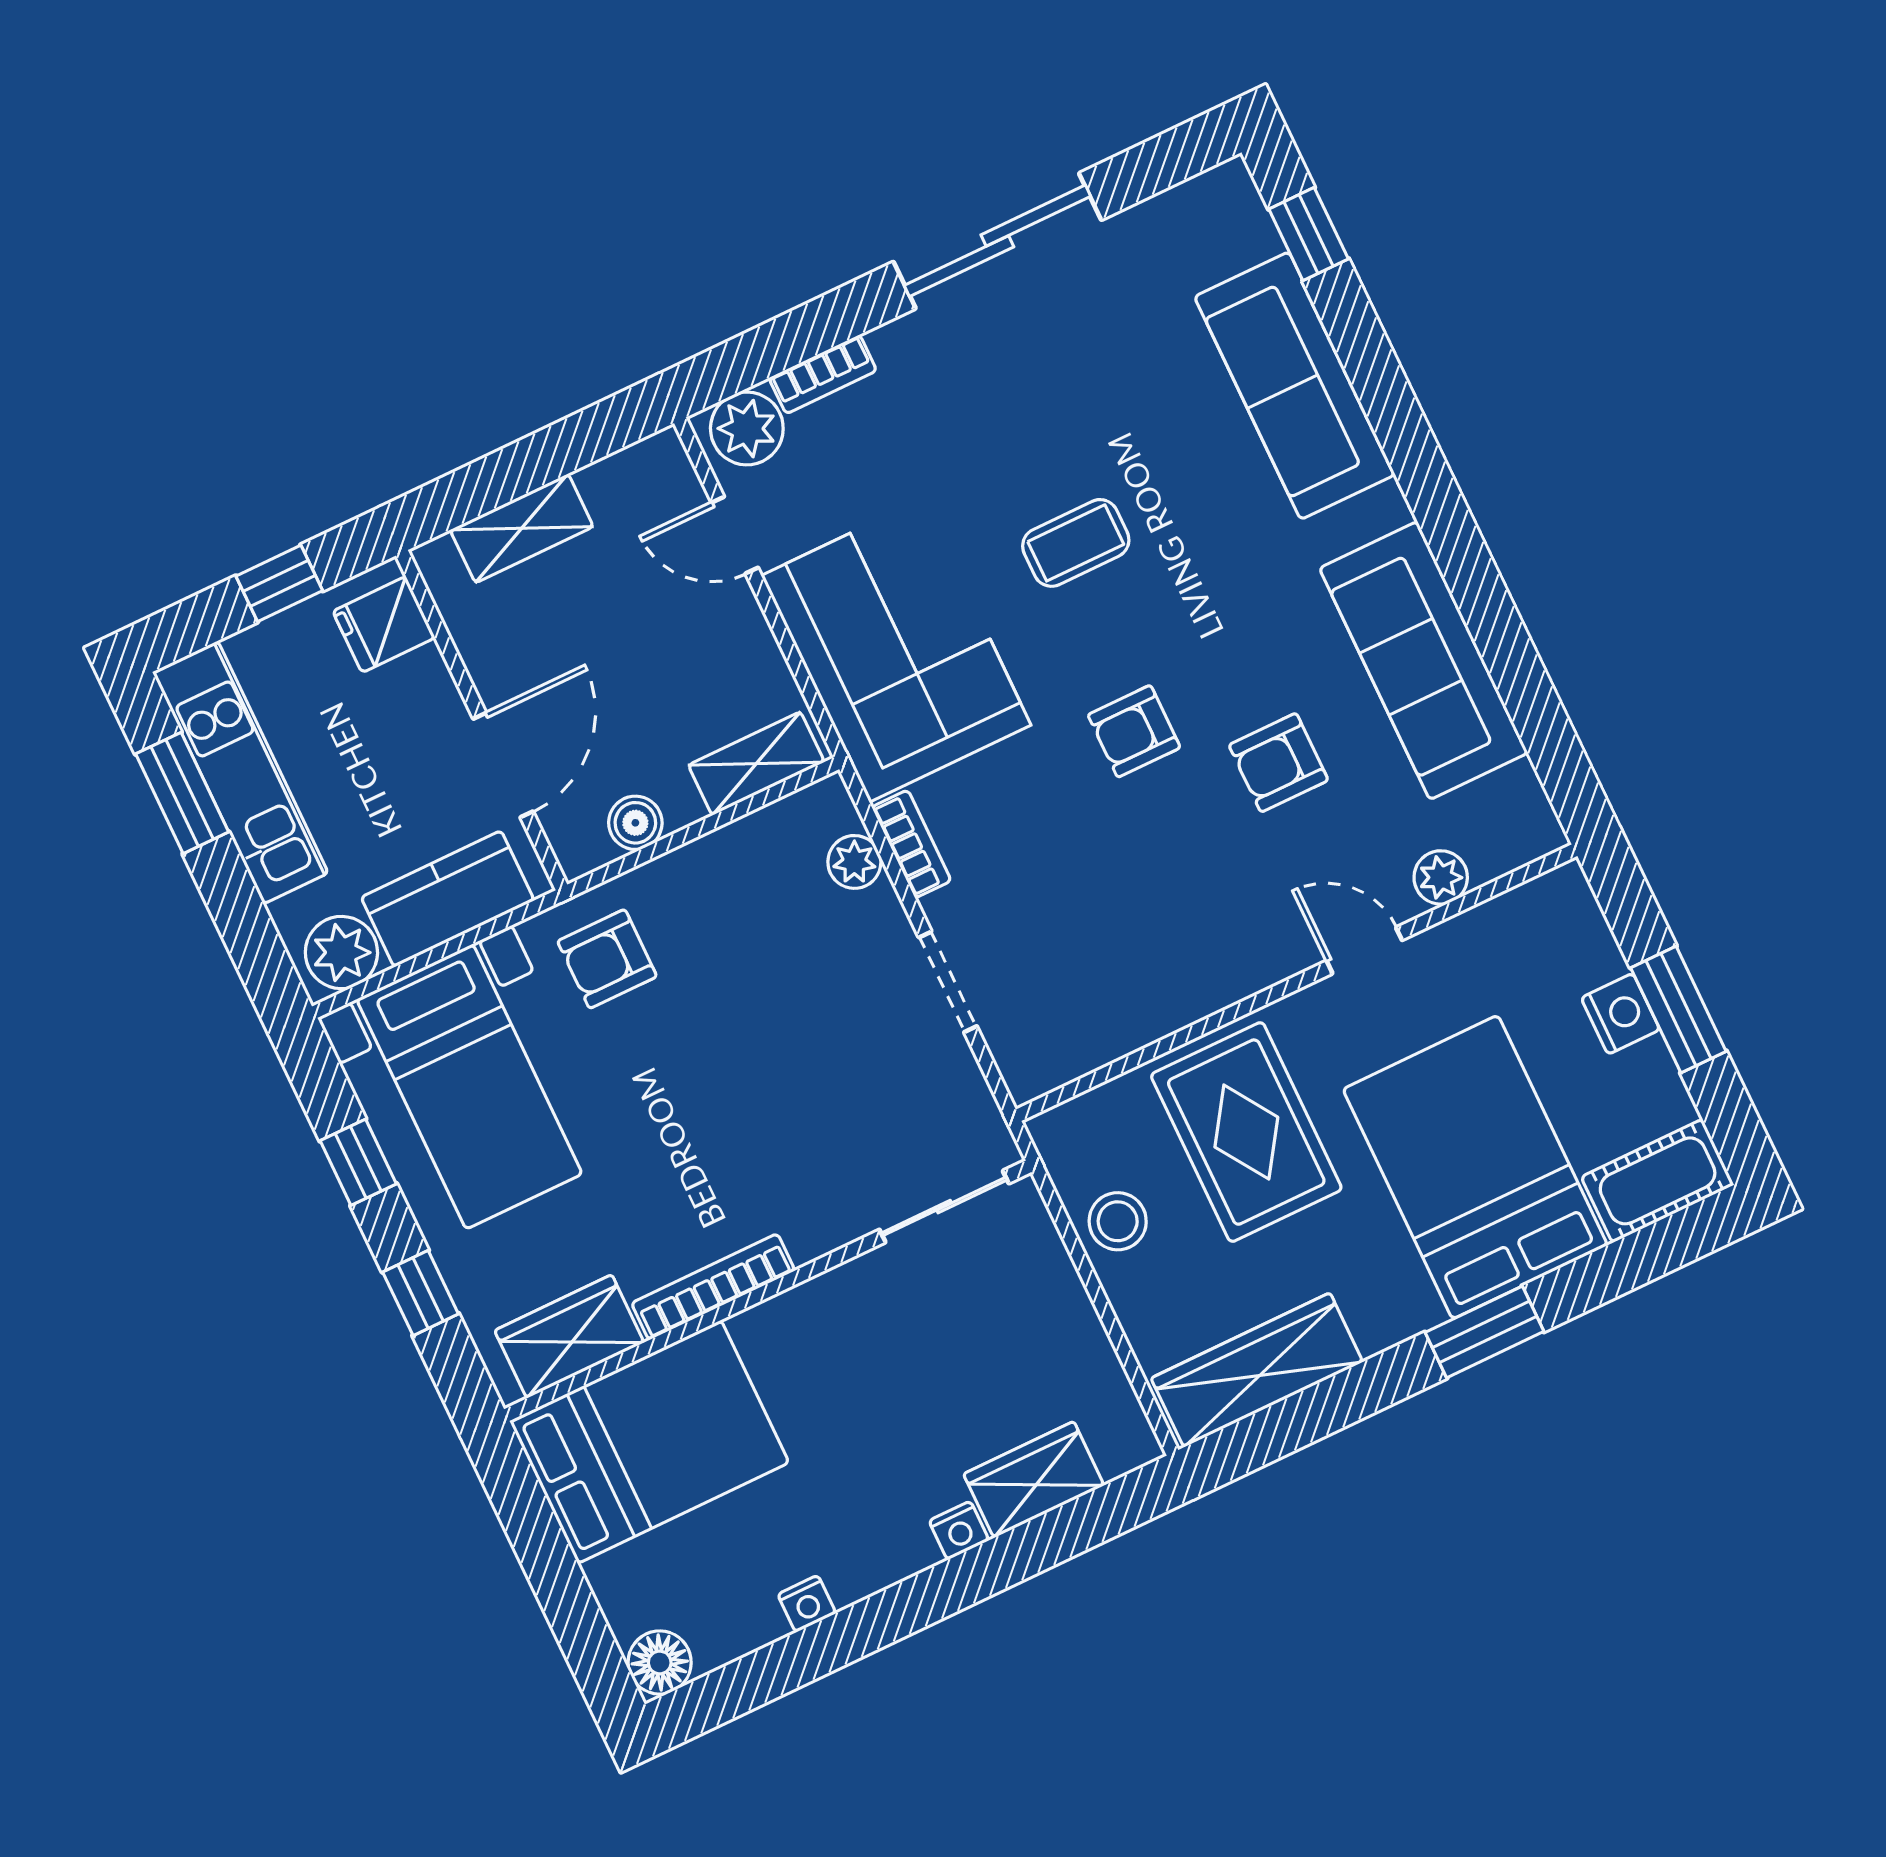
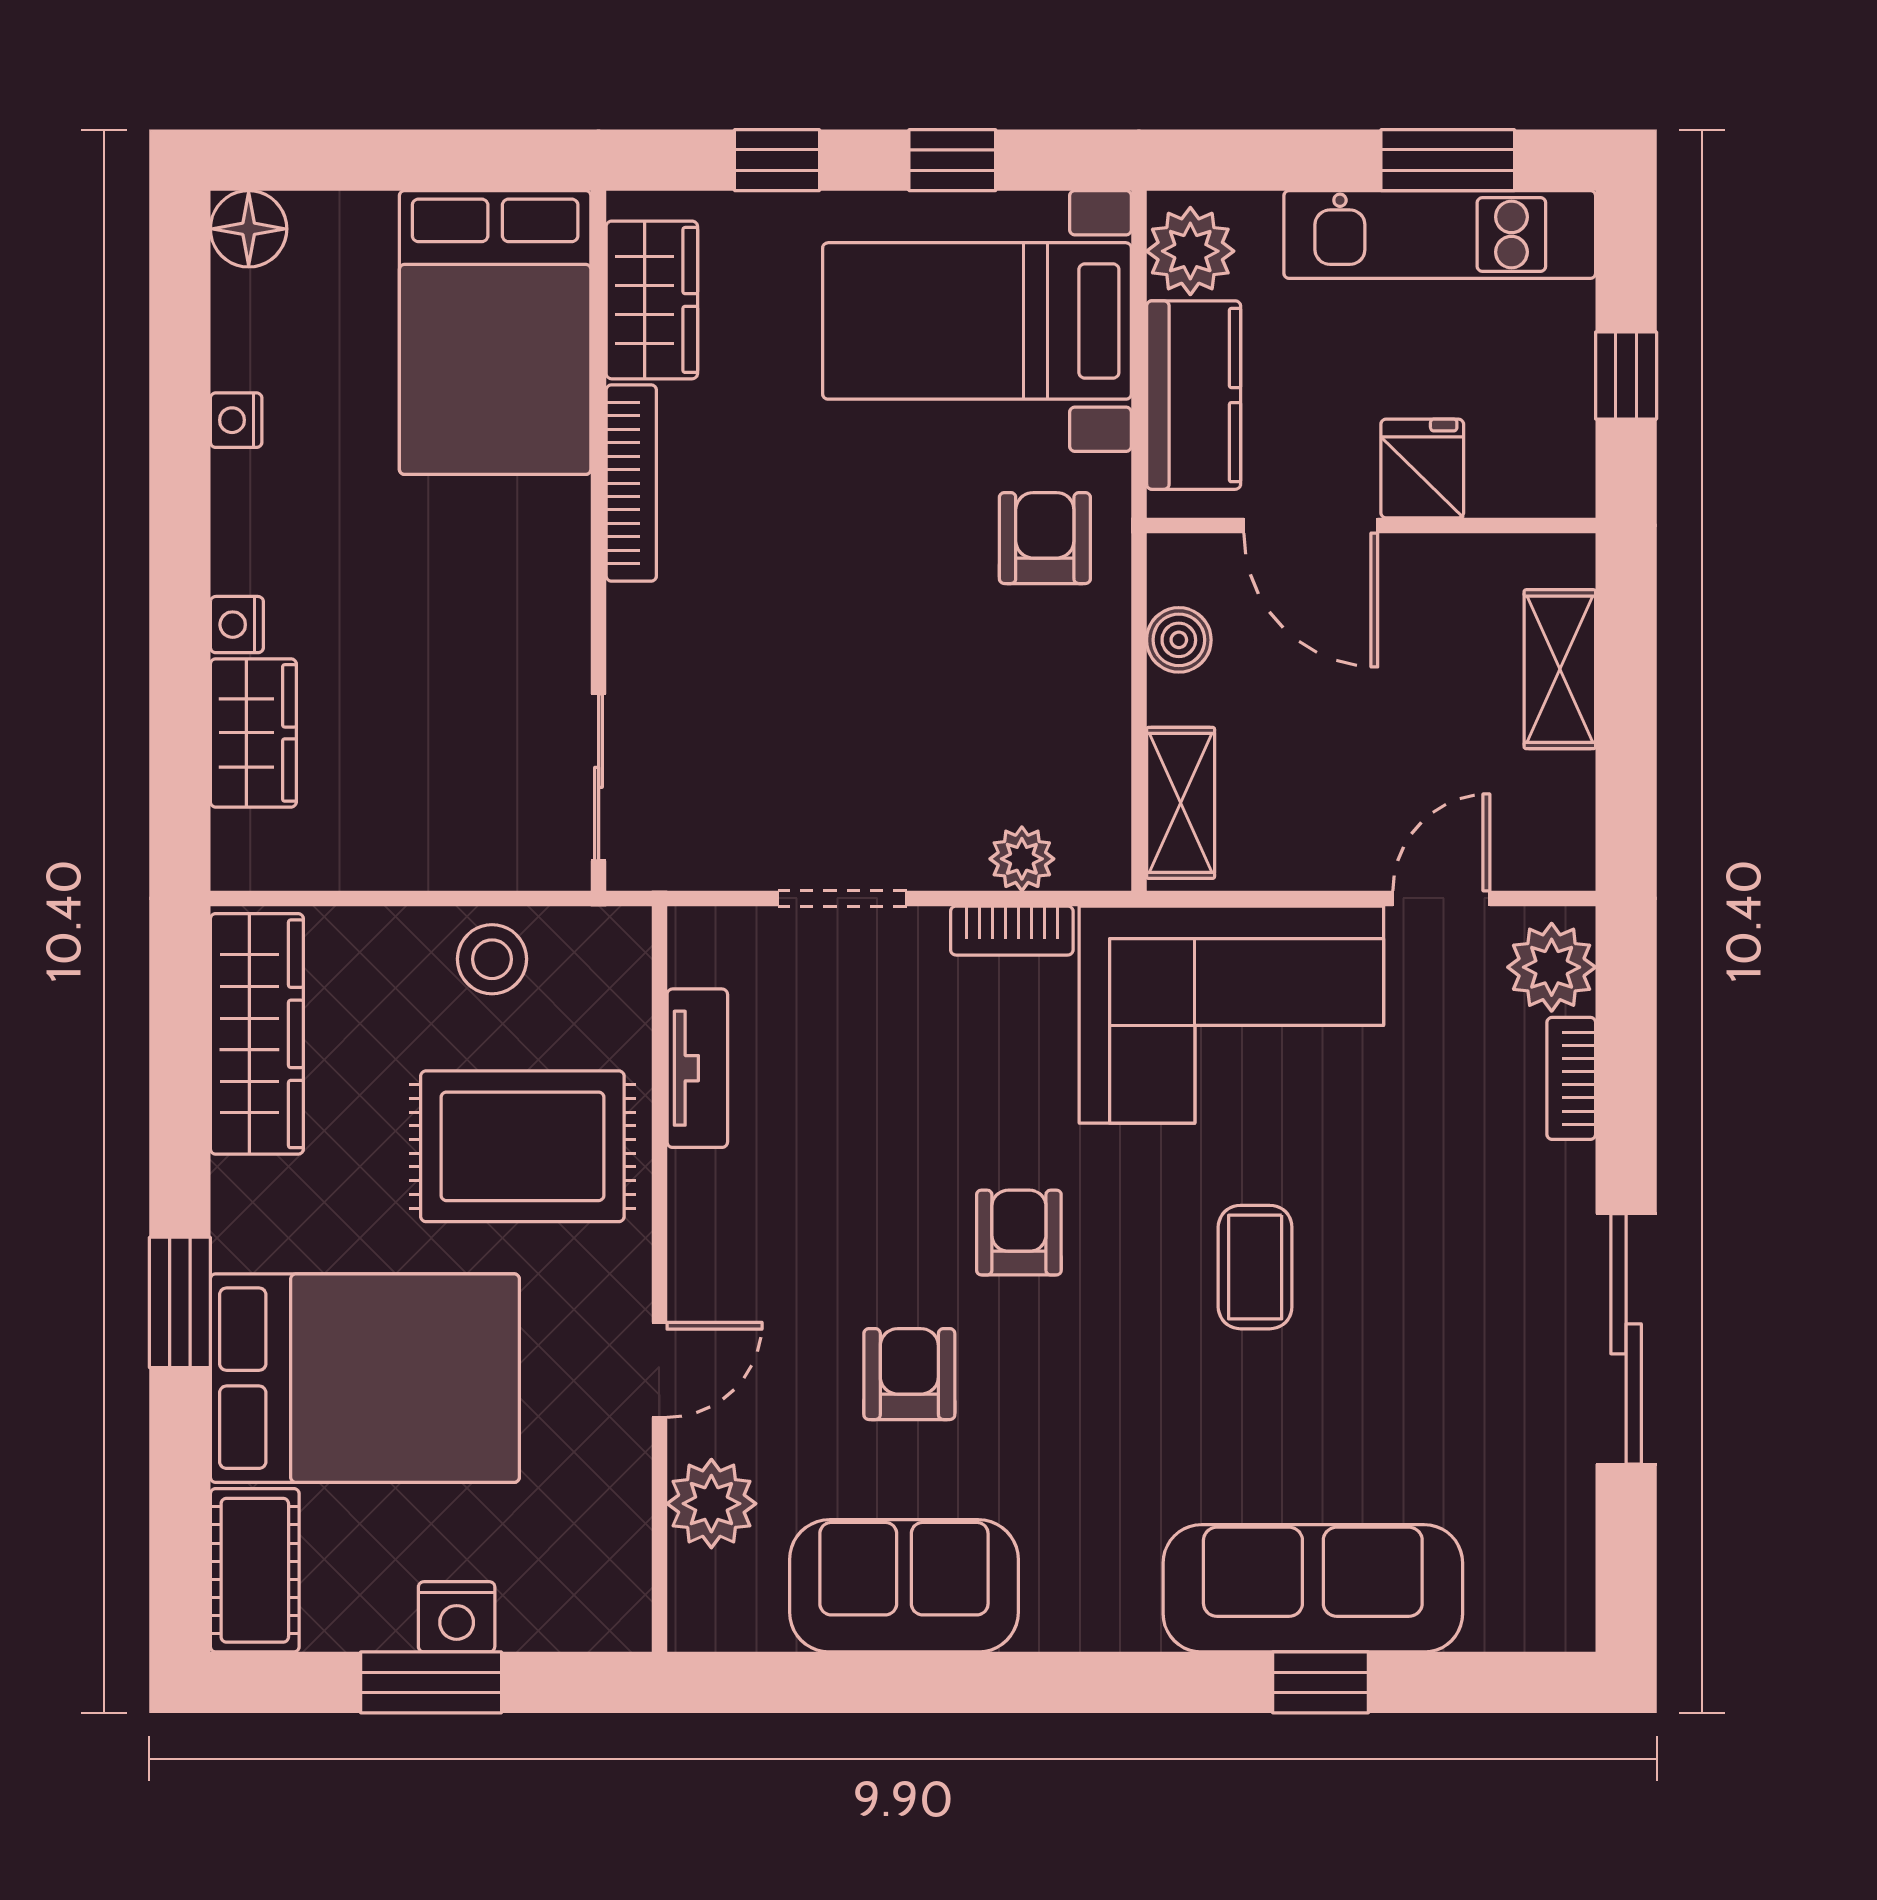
window: (1309, 234) -> (1321, 1682), moved
fridge: (384, 624) -> (1422, 468), moved
sofa: (1424, 661) -> (904, 1586), width x0.73
plant: (1441, 877) -> (711, 1504), width x1.38, depth x1.38
tv unit: (1126, 1029) -> (697, 1068), added

